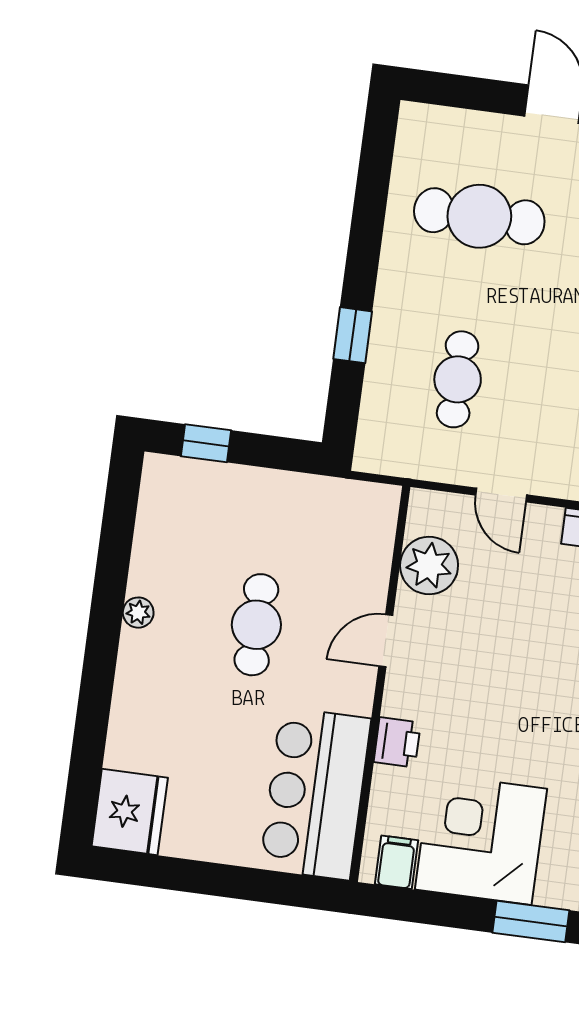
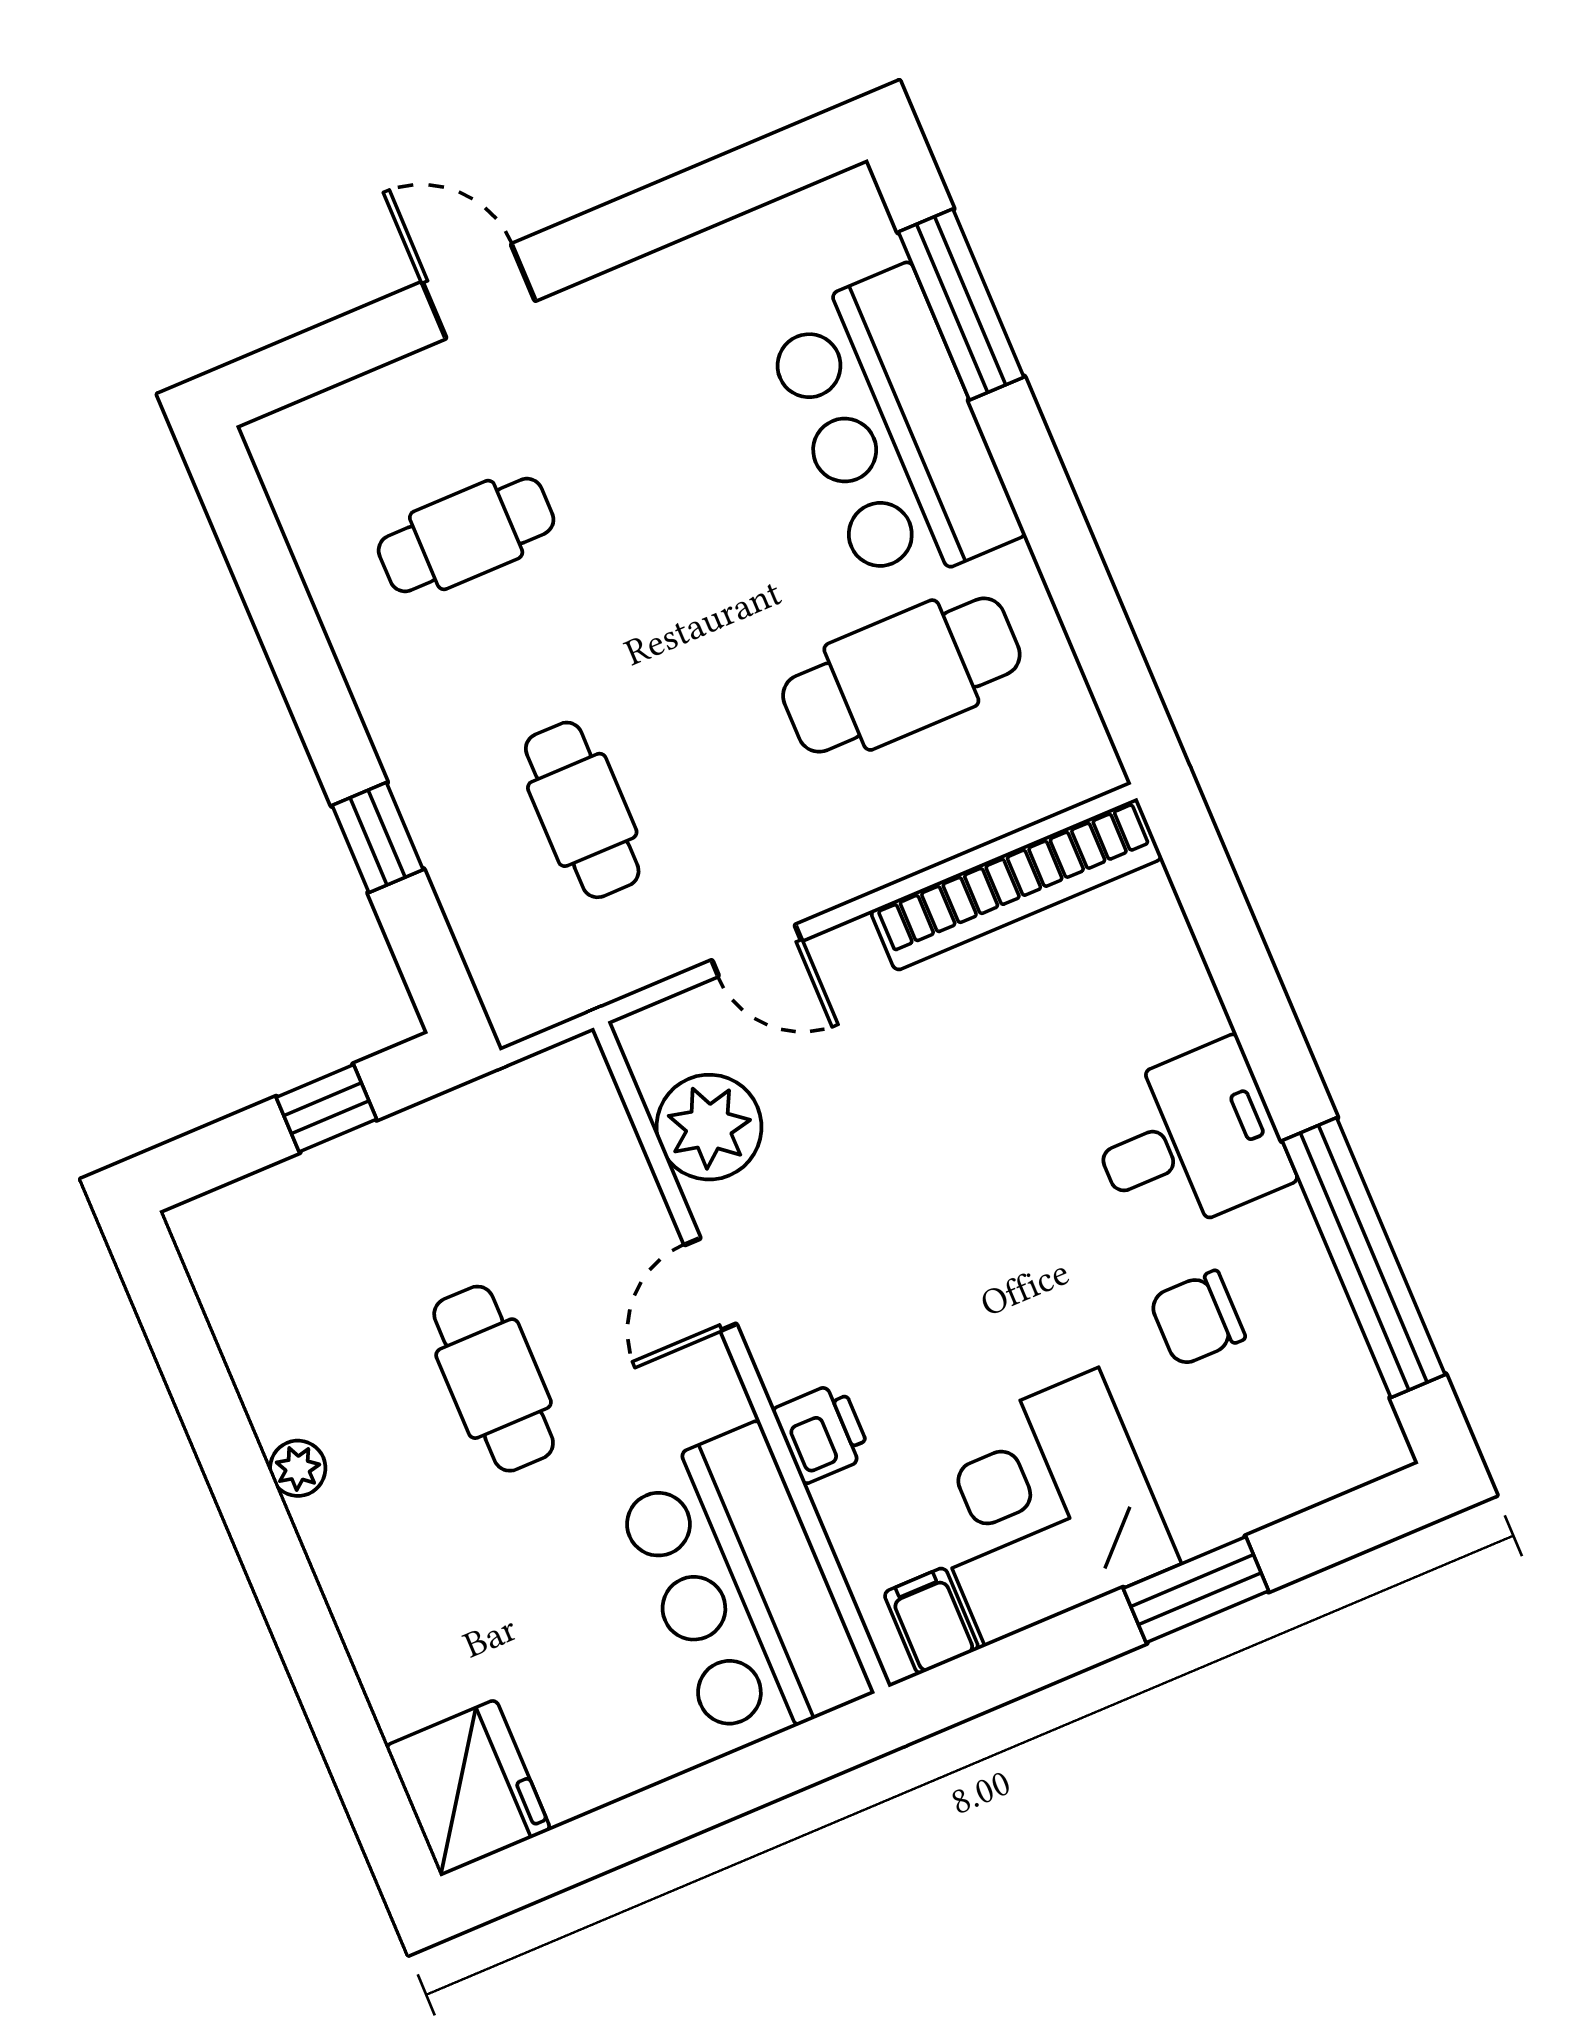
cafe table: (479, 216) -> (466, 535), width x0.73, depth x0.74
window: (206, 443) -> (326, 1108), moved

